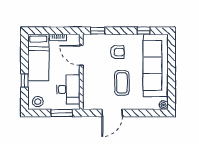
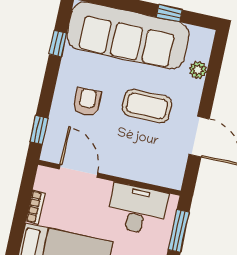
door: (81, 55) -> (78, 171), swing flipped
window: (171, 84) -> (169, 13), added
plant: (164, 105) -> (198, 70), moved

